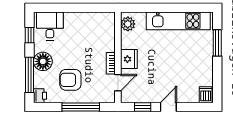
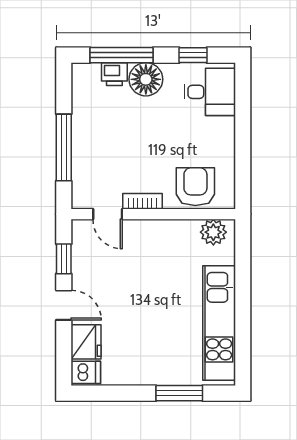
fridge: (129, 59) -> (86, 342), moved, turned -90
armchair: (70, 80) -> (195, 187), moved
printer: (40, 96) -> (114, 74), moved

